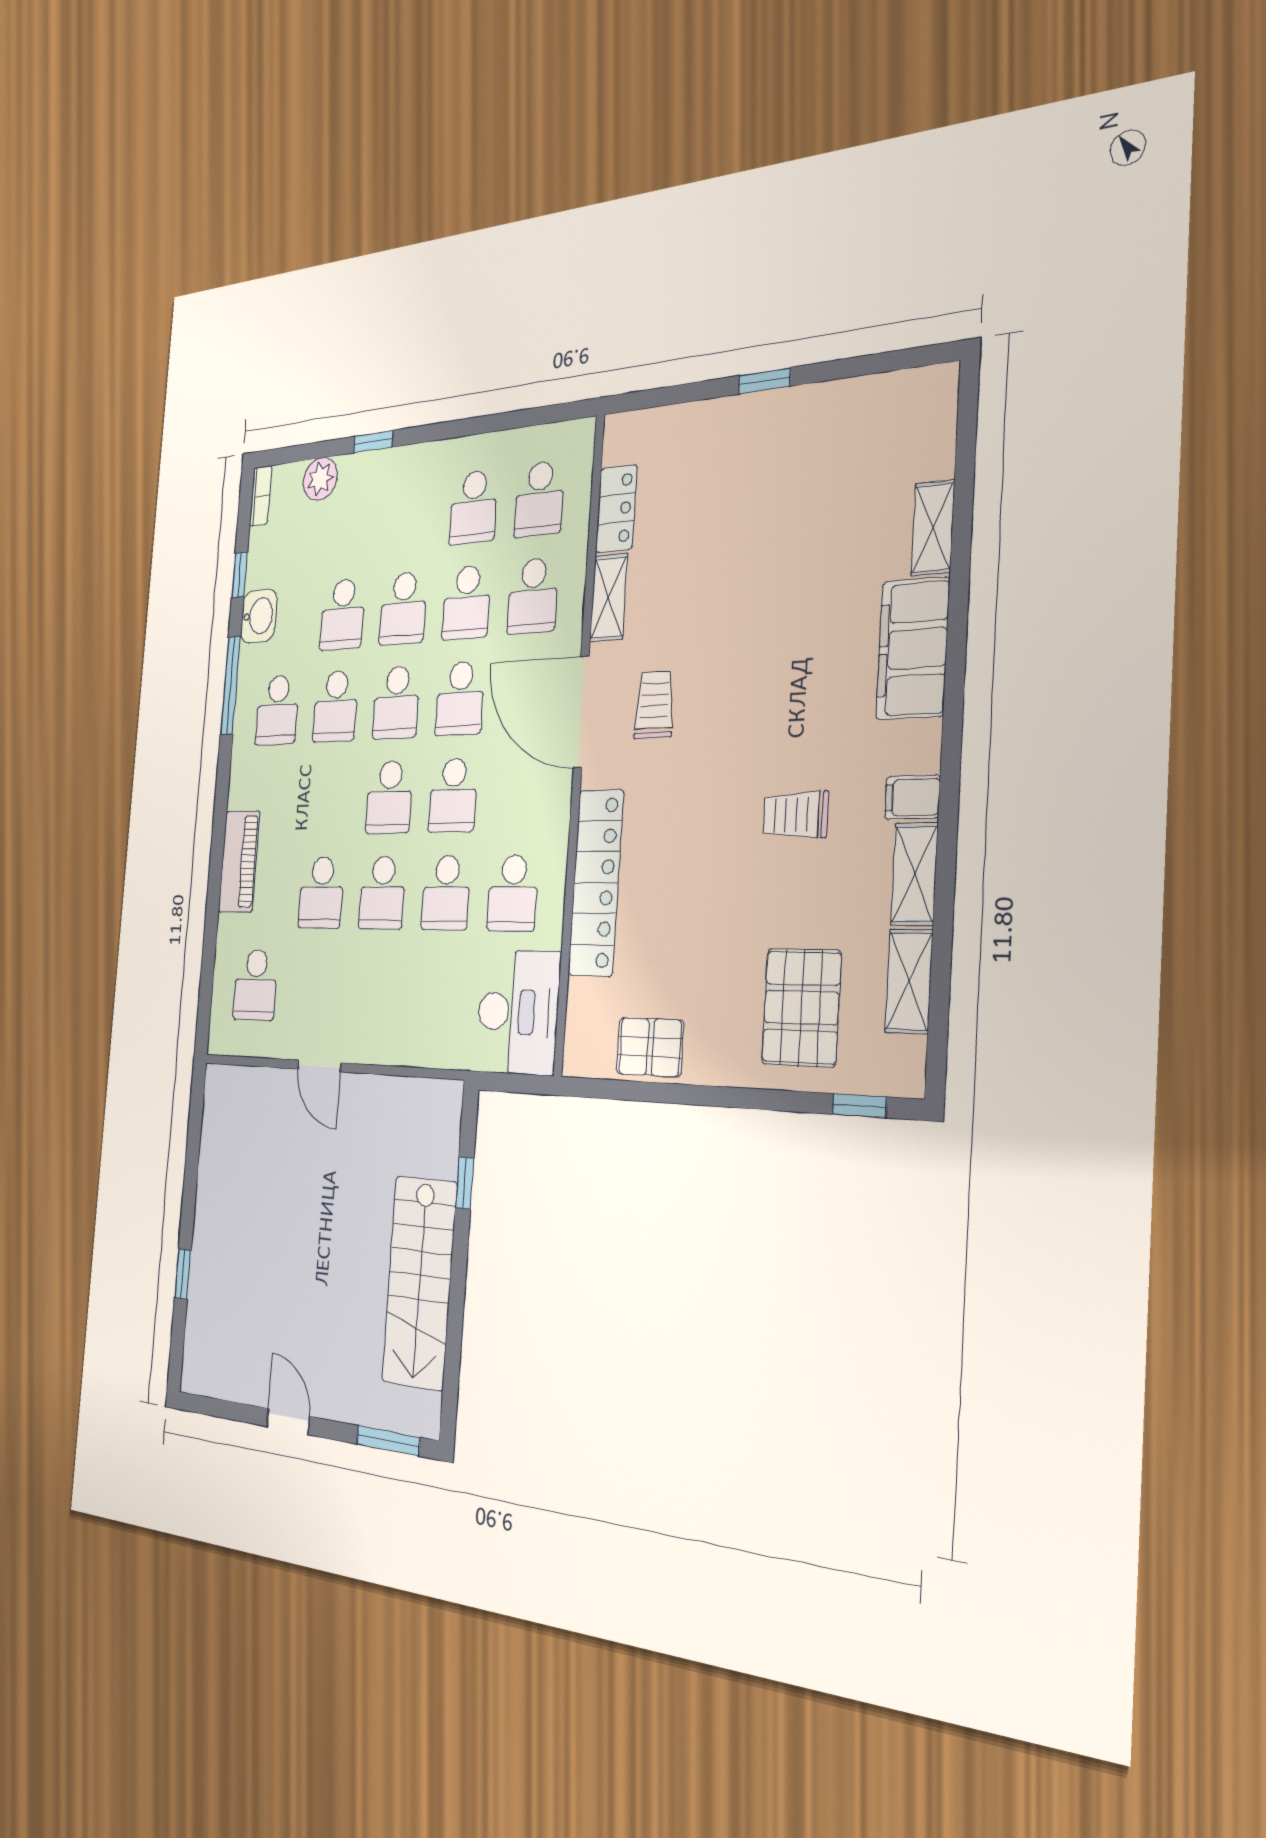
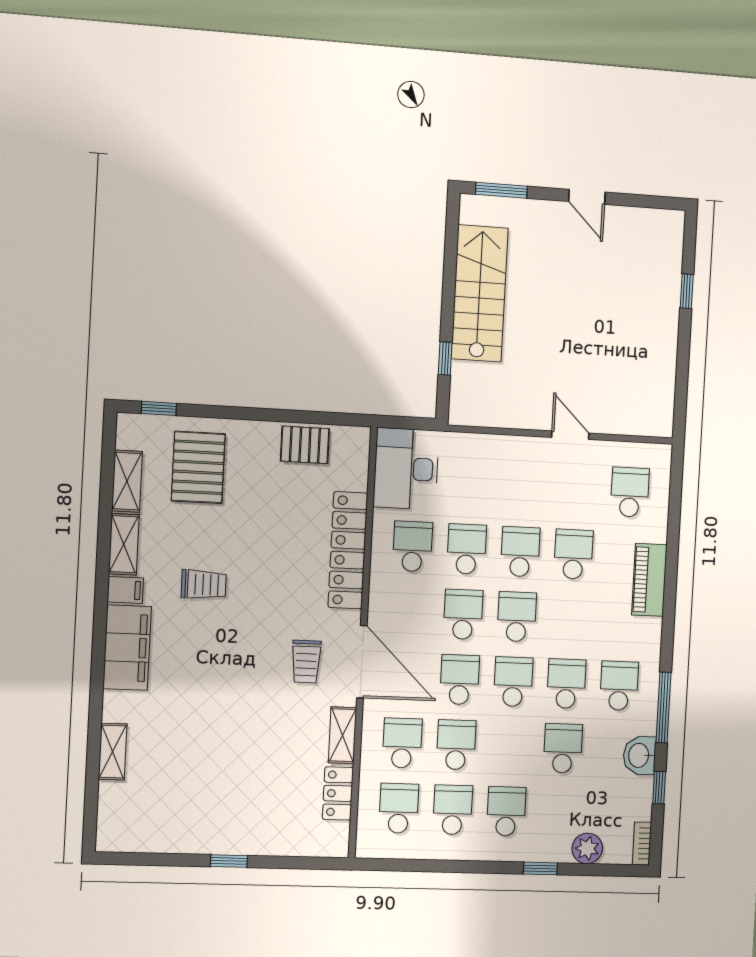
school desk: (403, 608) -> (506, 811), moved
filing cabinet: (913, 649) -> (127, 648), moved

